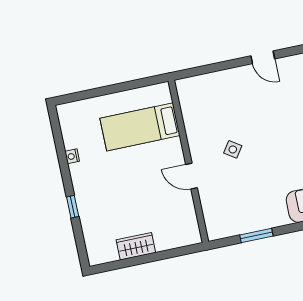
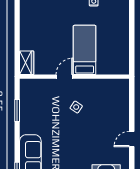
bed: (140, 127) -> (85, 50), moved
wardrobe: (136, 246) -> (27, 63), moved

